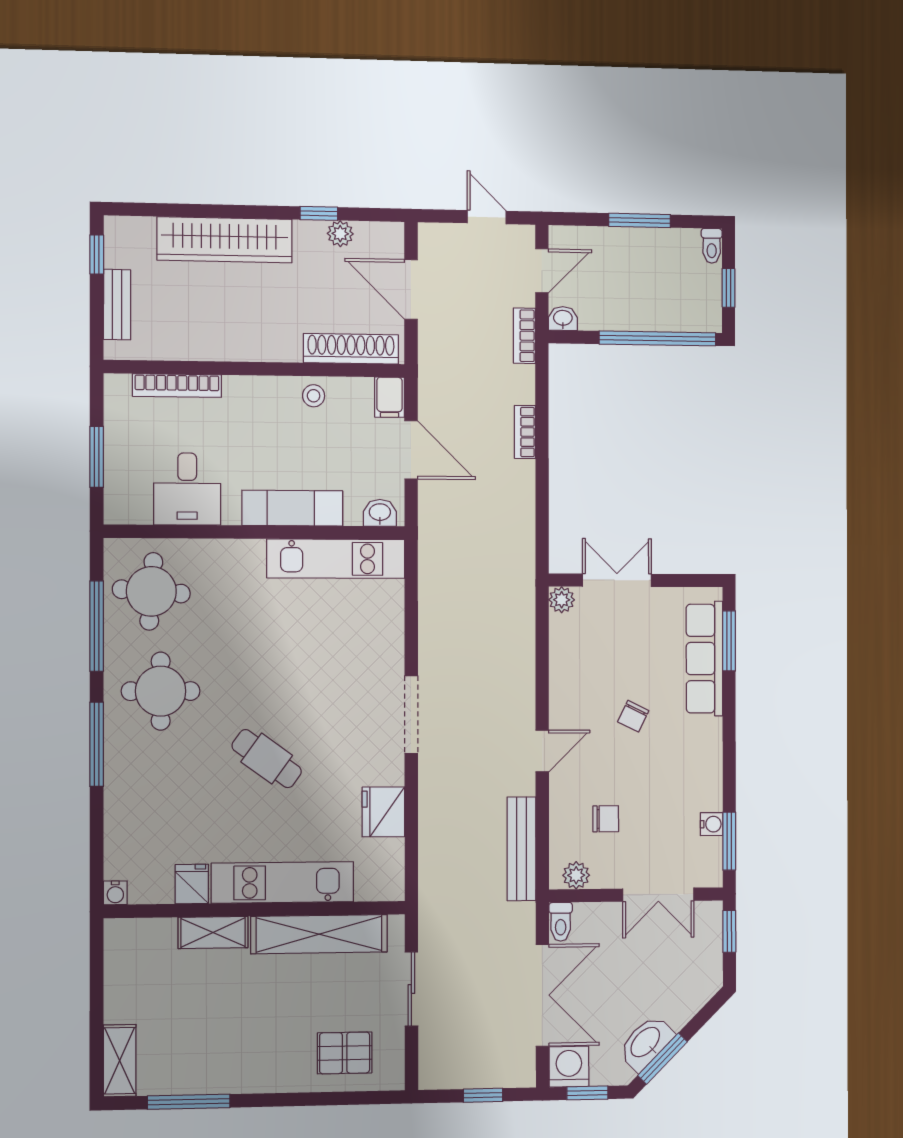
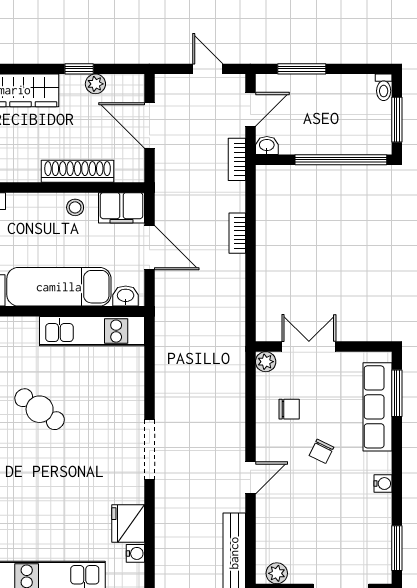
window: (640, 220) -> (302, 69), moved
window: (728, 288) -> (397, 120), width x1.50
shoe rack: (351, 349) -> (78, 171), moved
filing cabinet: (390, 397) -> (122, 208), width x2.00
exam couch: (292, 508) -> (59, 287), width x1.36, depth x1.45
cafe table: (267, 759) -> (40, 409), moved
chair: (606, 819) -> (289, 409), moved
water cooler: (712, 824) -> (383, 484), moved
water cooler: (393, 851) -> (135, 553), added

